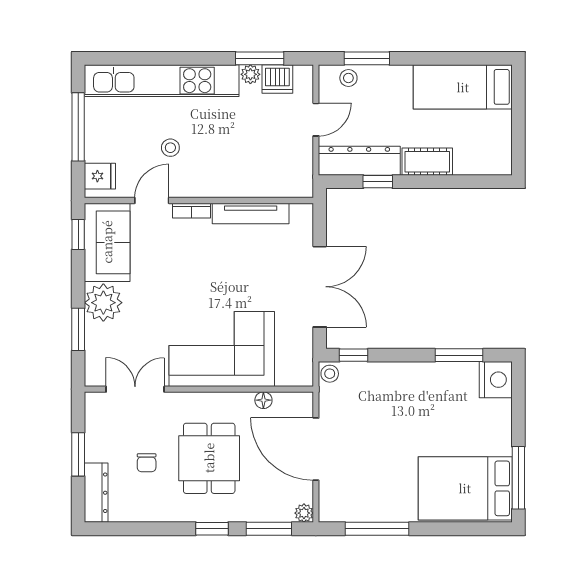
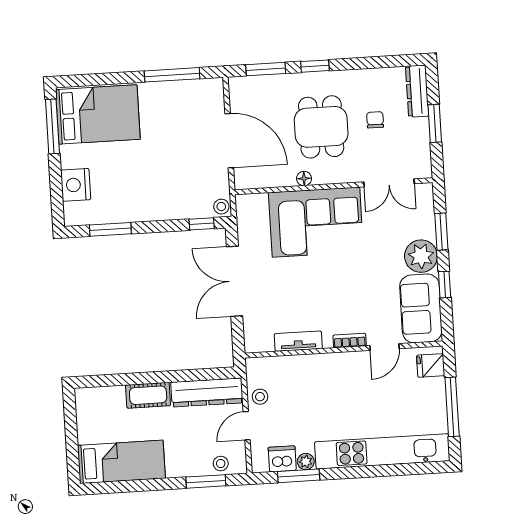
stool: (170, 148) -> (260, 397), moved
window: (378, 182) -> (190, 375), removed
tv unit: (251, 213) -> (298, 341), width x0.71
window: (78, 235) -> (445, 285), moved
nightstand: (496, 380) -> (76, 185), moved
floor lamp: (263, 400) -> (304, 178), moved
plant: (304, 513) -> (236, 85), removed

